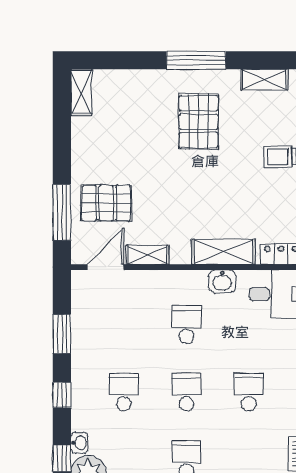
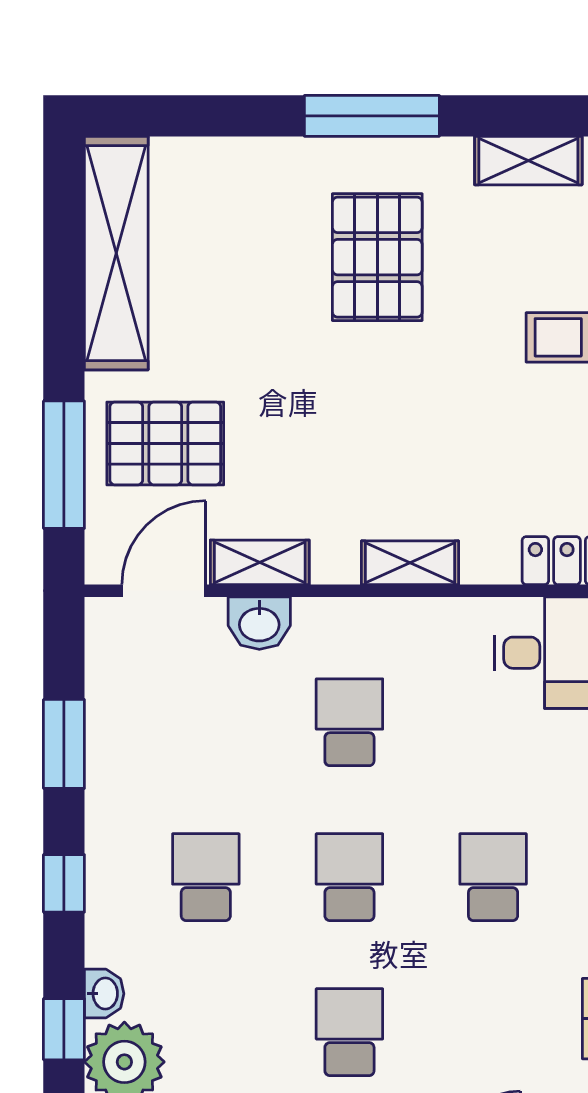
shelving: (81, 92) -> (116, 253), width x2.20, depth x1.33
shelving: (223, 252) -> (410, 563), width x0.67, depth x0.75
washbasin: (222, 281) -> (259, 623), moved

